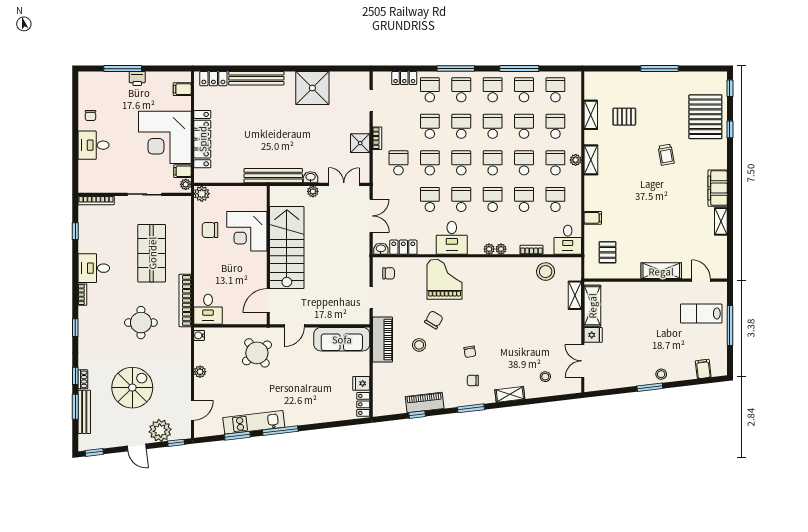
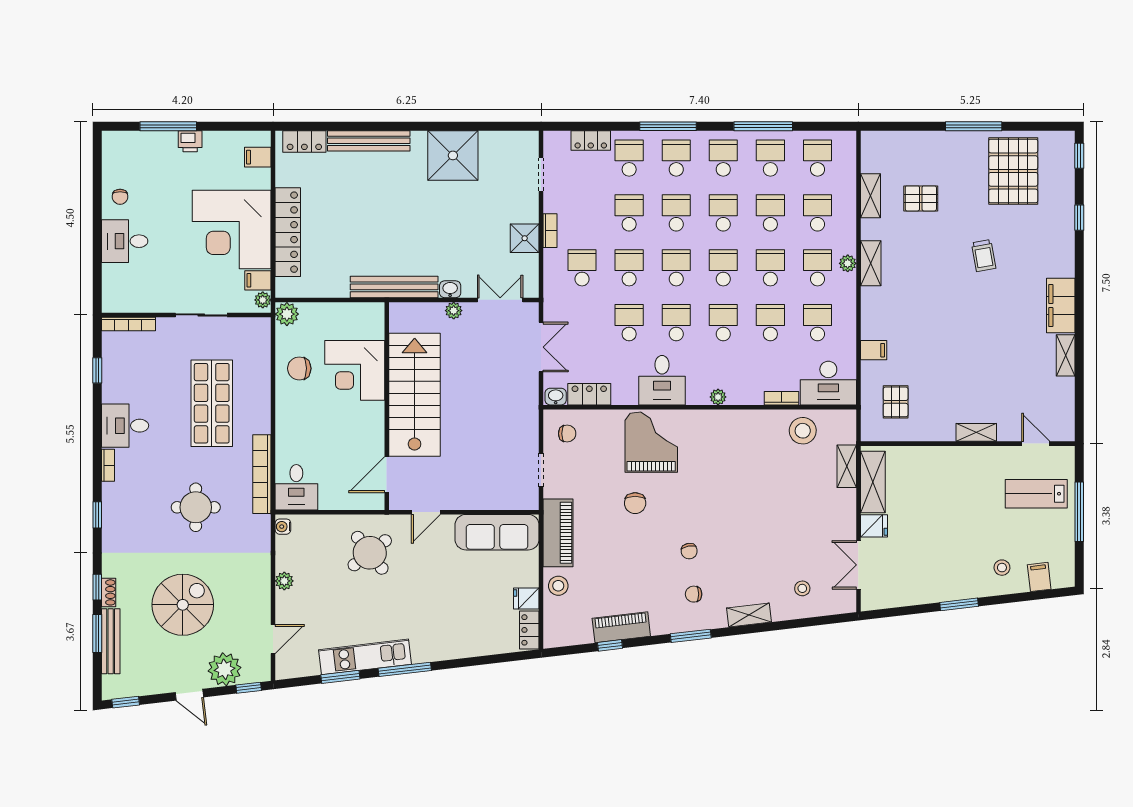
pallet: (705, 117) -> (1013, 171), moved
desk: (568, 240) -> (828, 383), width x1.37
plant: (501, 249) -> (736, 397), removed
shelving: (661, 271) -> (976, 432), width x0.67, depth x0.75
chair: (434, 320) -> (635, 503), turned 149
stool: (419, 345) -> (558, 586), moved
stool: (661, 374) -> (1002, 568), moved

